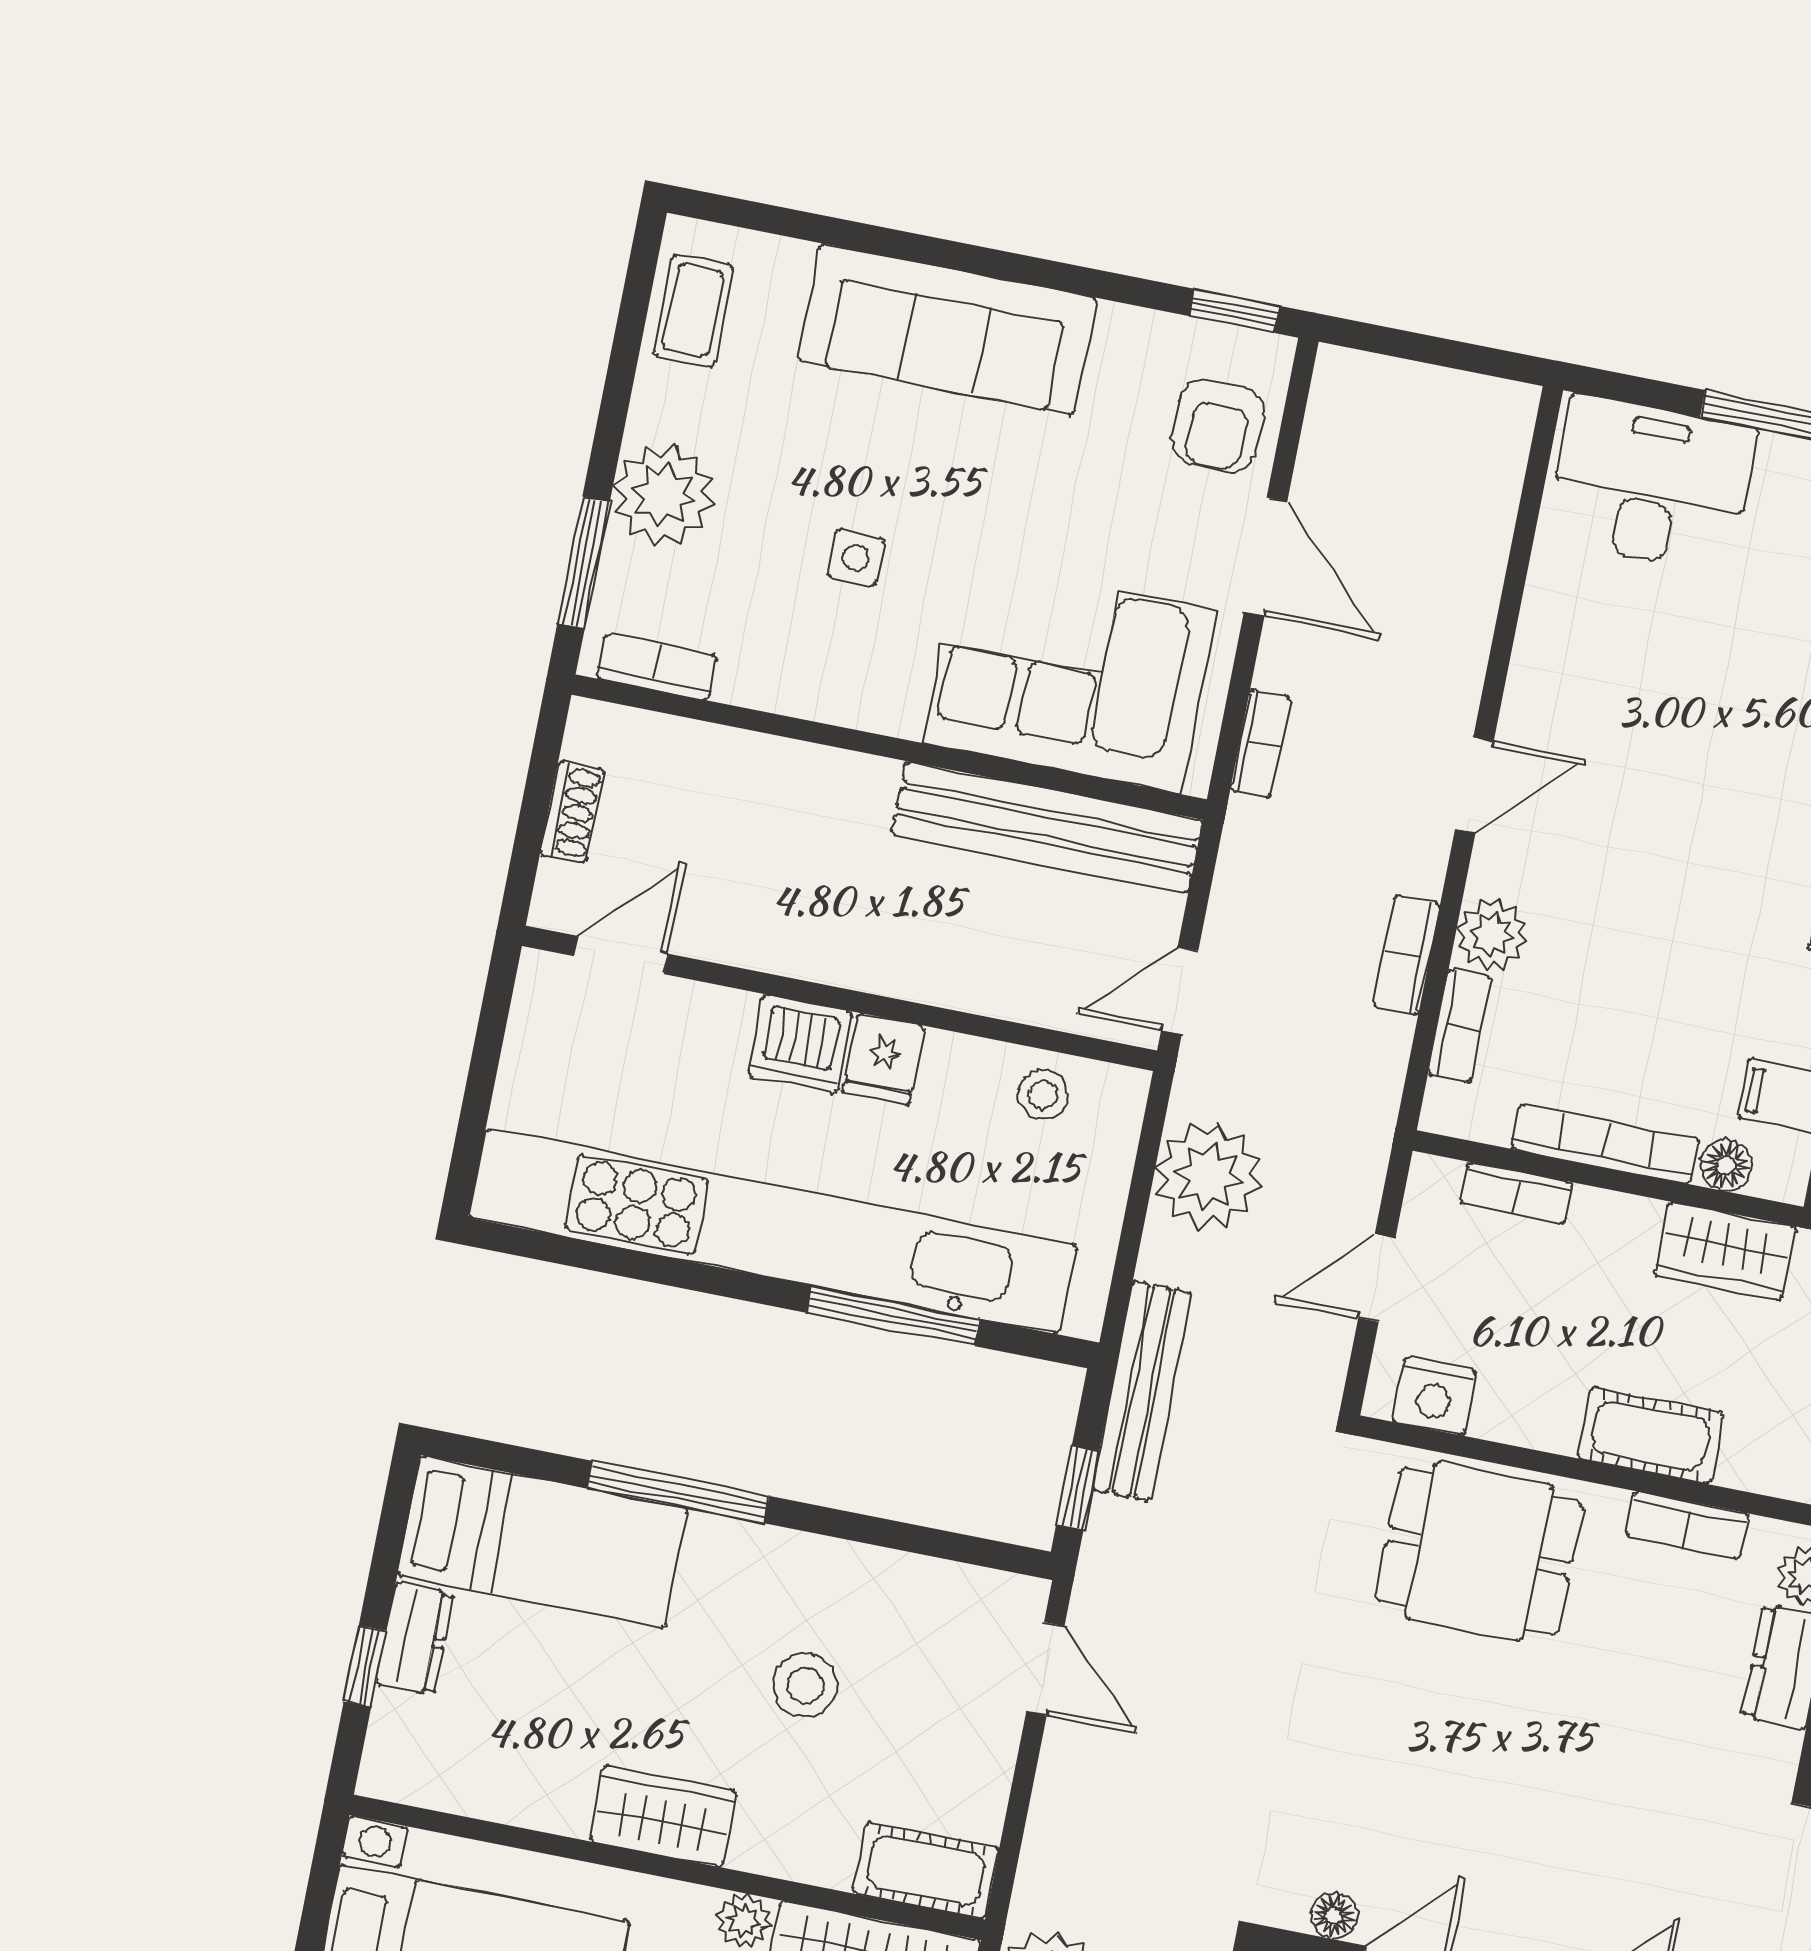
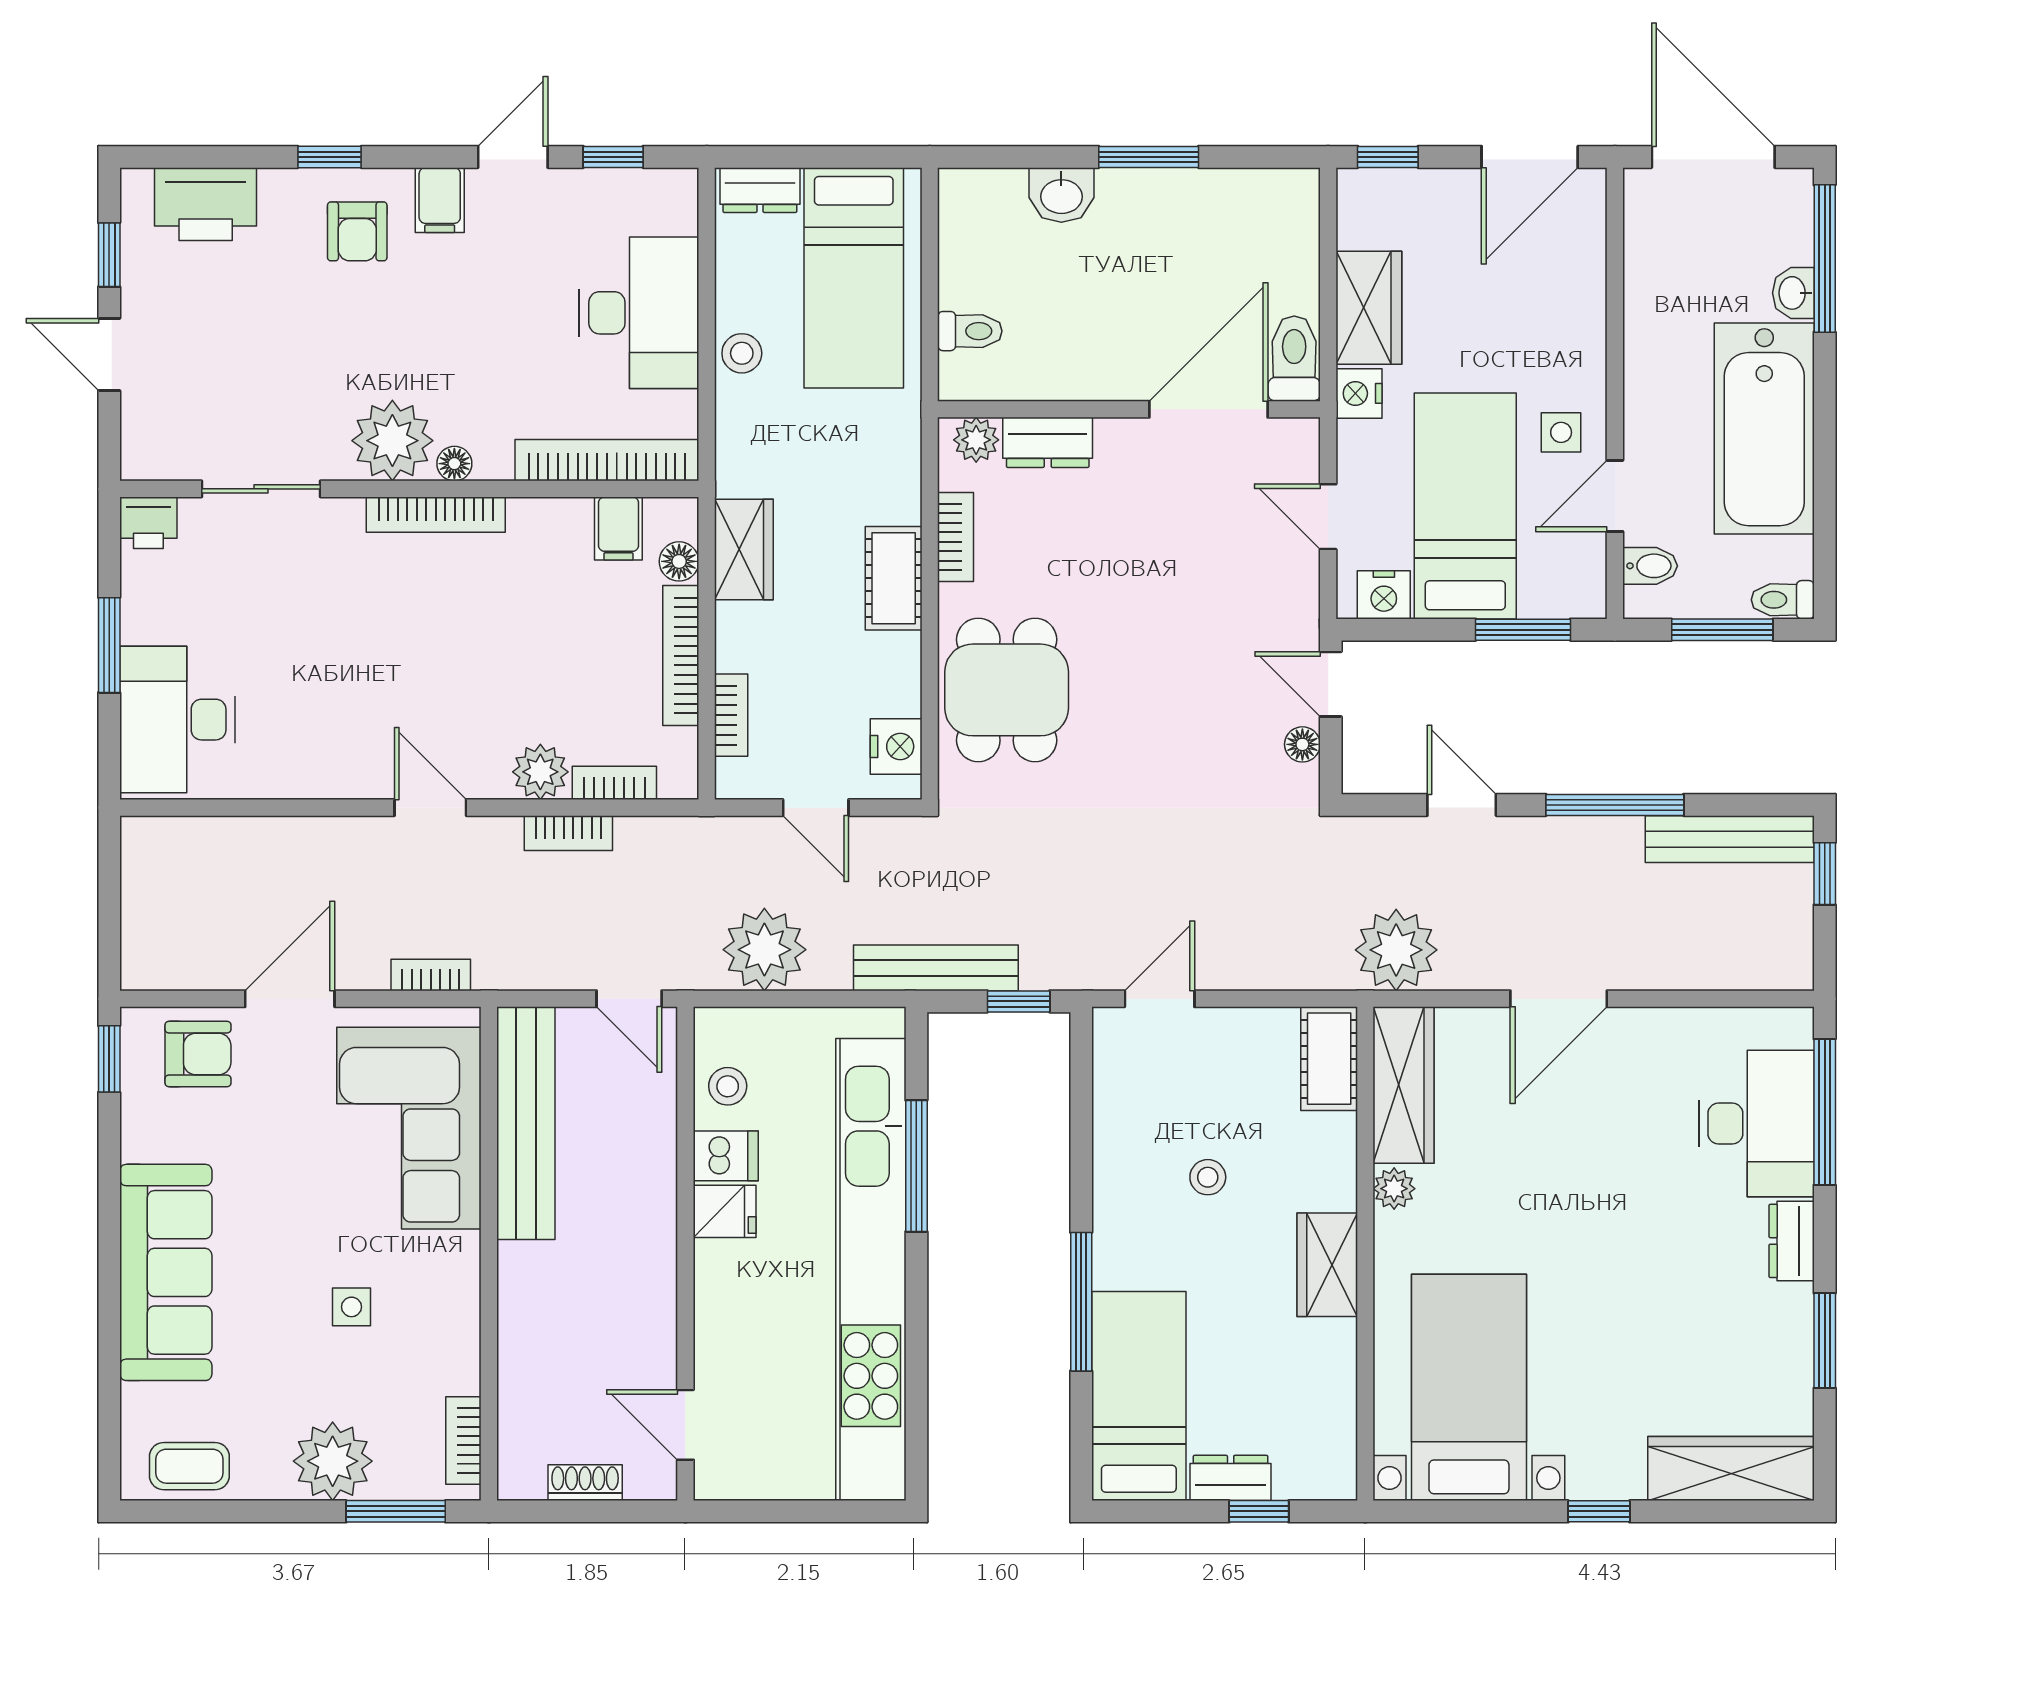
dishwasher: (800, 1044) -> (726, 1156), moved, width x0.73
stool: (805, 1685) -> (1208, 1177), width x0.73, depth x0.73

